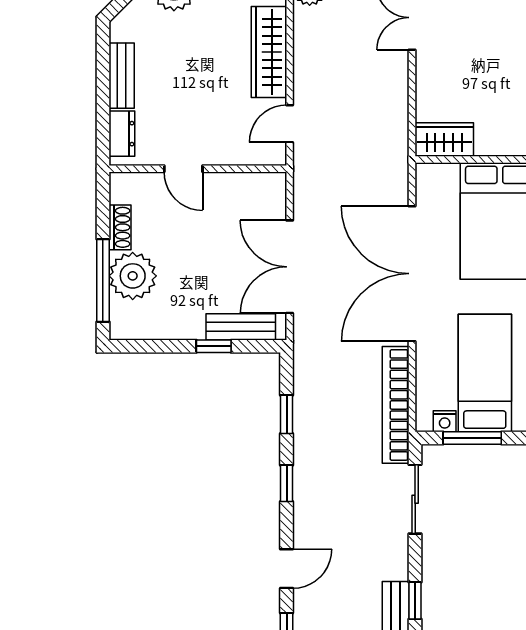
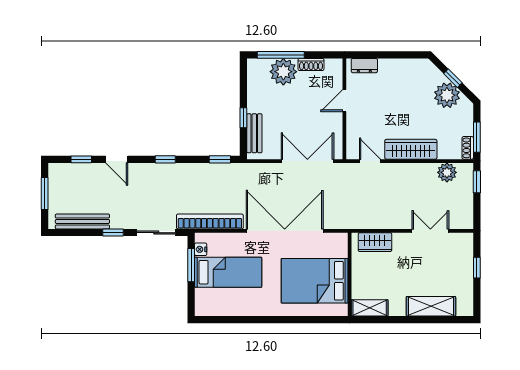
bench: (122, 76) -> (397, 65), removed
wardrobe: (444, 140) -> (375, 242), moved, turned 90
double door: (290, 267) -> (307, 161), moved
window: (287, 414) -> (220, 159), moved
window: (415, 601) -> (113, 233), moved

